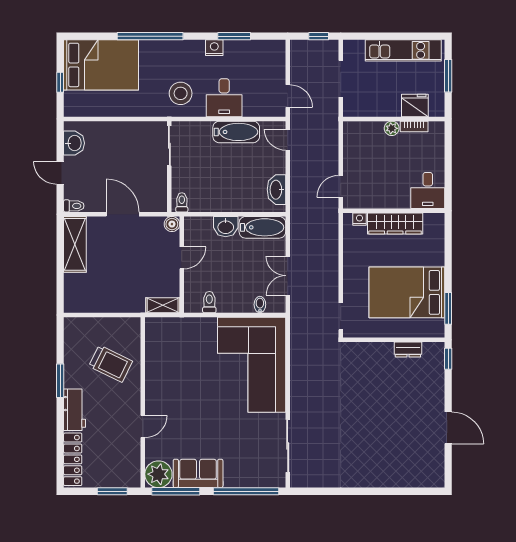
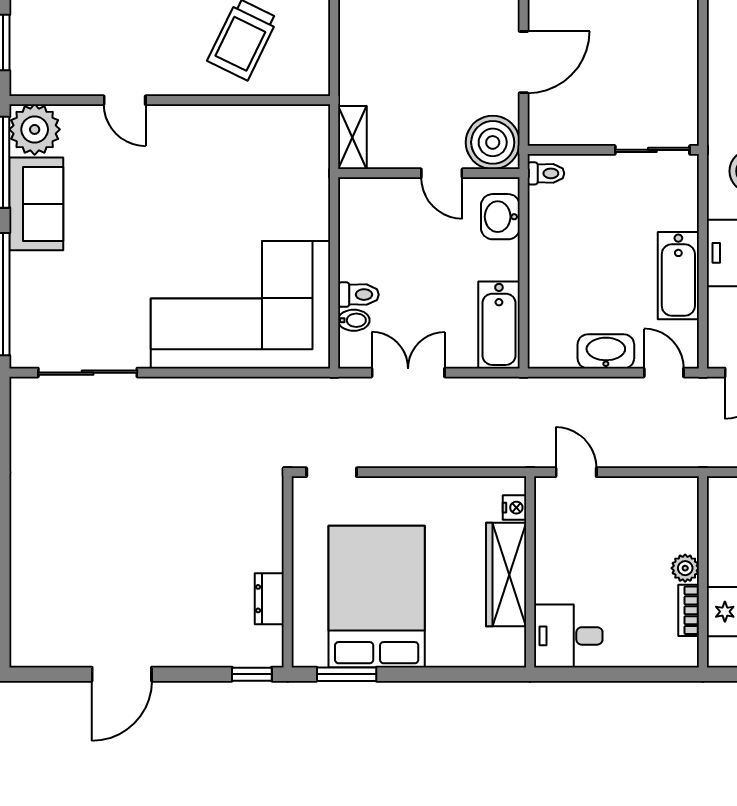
door: (288, 140) -> (664, 373), hinge flipped
washbasin: (276, 190) -> (606, 351), moved
boiler: (172, 224) -> (493, 142), width x1.86, depth x1.86
washbasin: (226, 227) -> (500, 217), moved
toilet: (209, 302) -> (358, 295), moved

